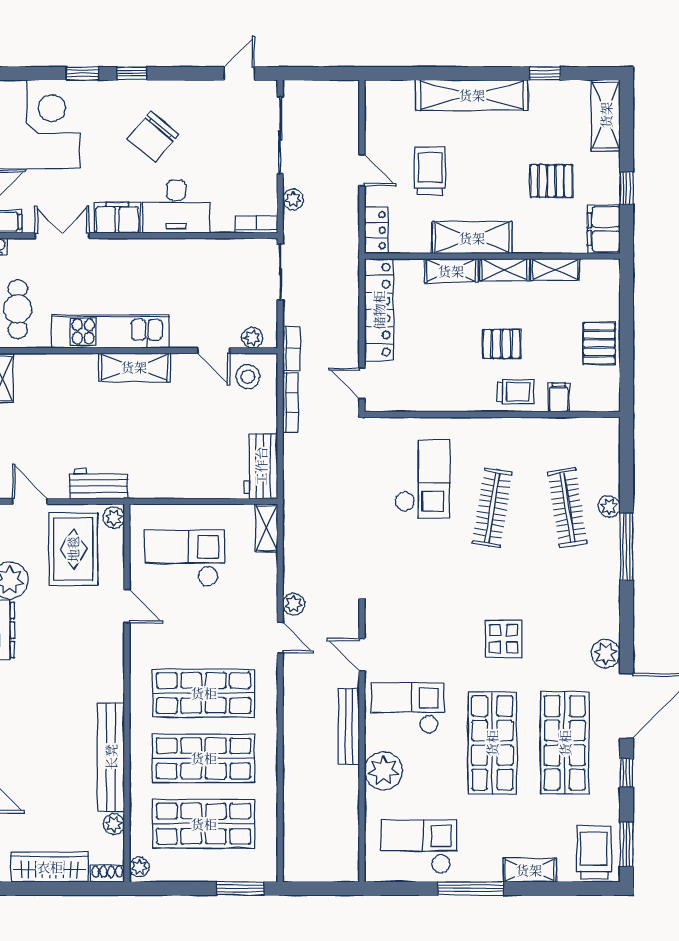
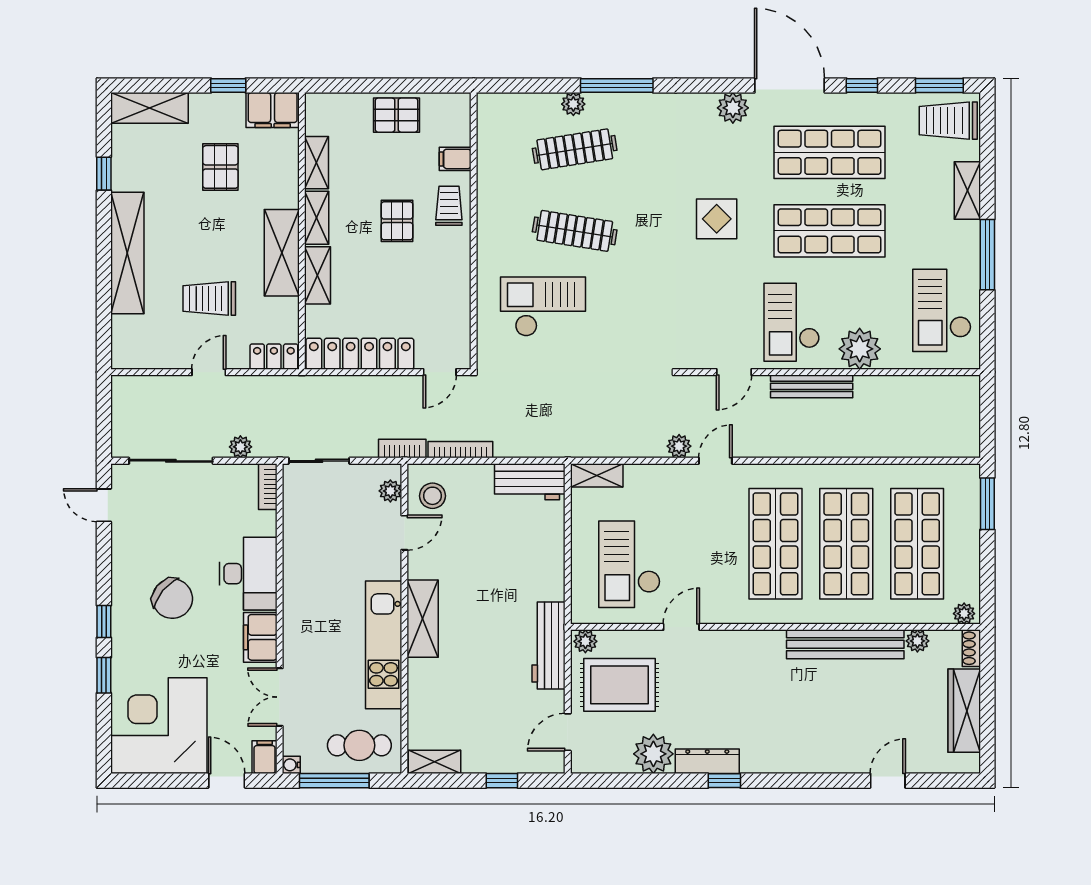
workbench: (99, 484) -> (549, 646), width x1.37

